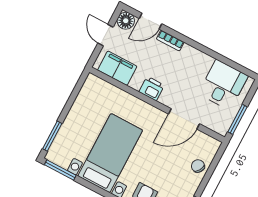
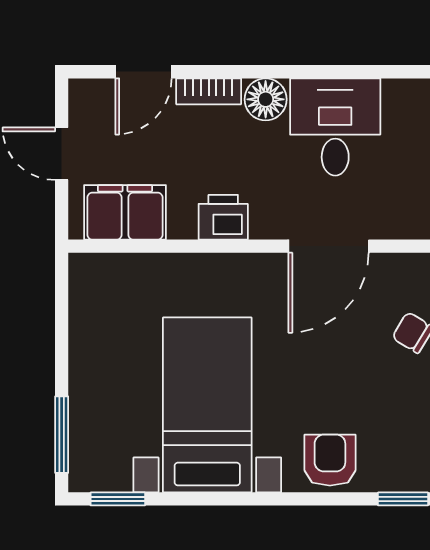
floor lamp: (126, 21) -> (266, 99), moved
desk: (223, 85) -> (335, 127), moved
window: (60, 170) -> (118, 499), width x0.67

